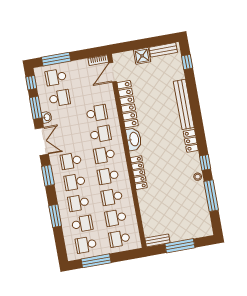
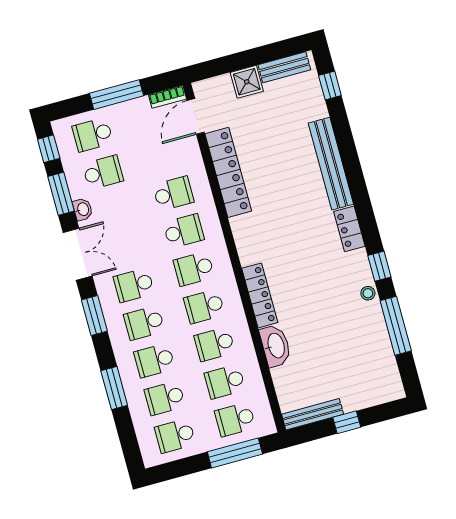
window: (56, 59) -> (116, 95), moved
washbasin: (134, 139) -> (276, 346), moved
school desk: (82, 224) -> (165, 398), turned 180
bench: (157, 240) -> (313, 414), width x1.36
window: (180, 246) -> (347, 422), width x0.46
window: (96, 261) -> (235, 453), moved

